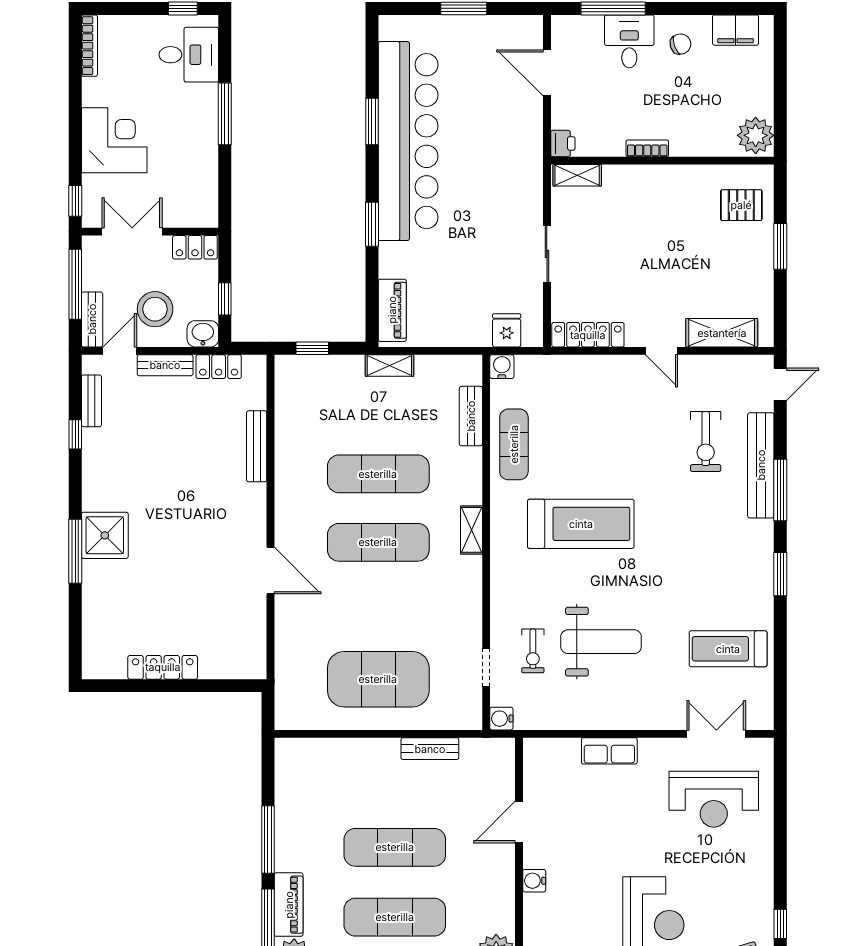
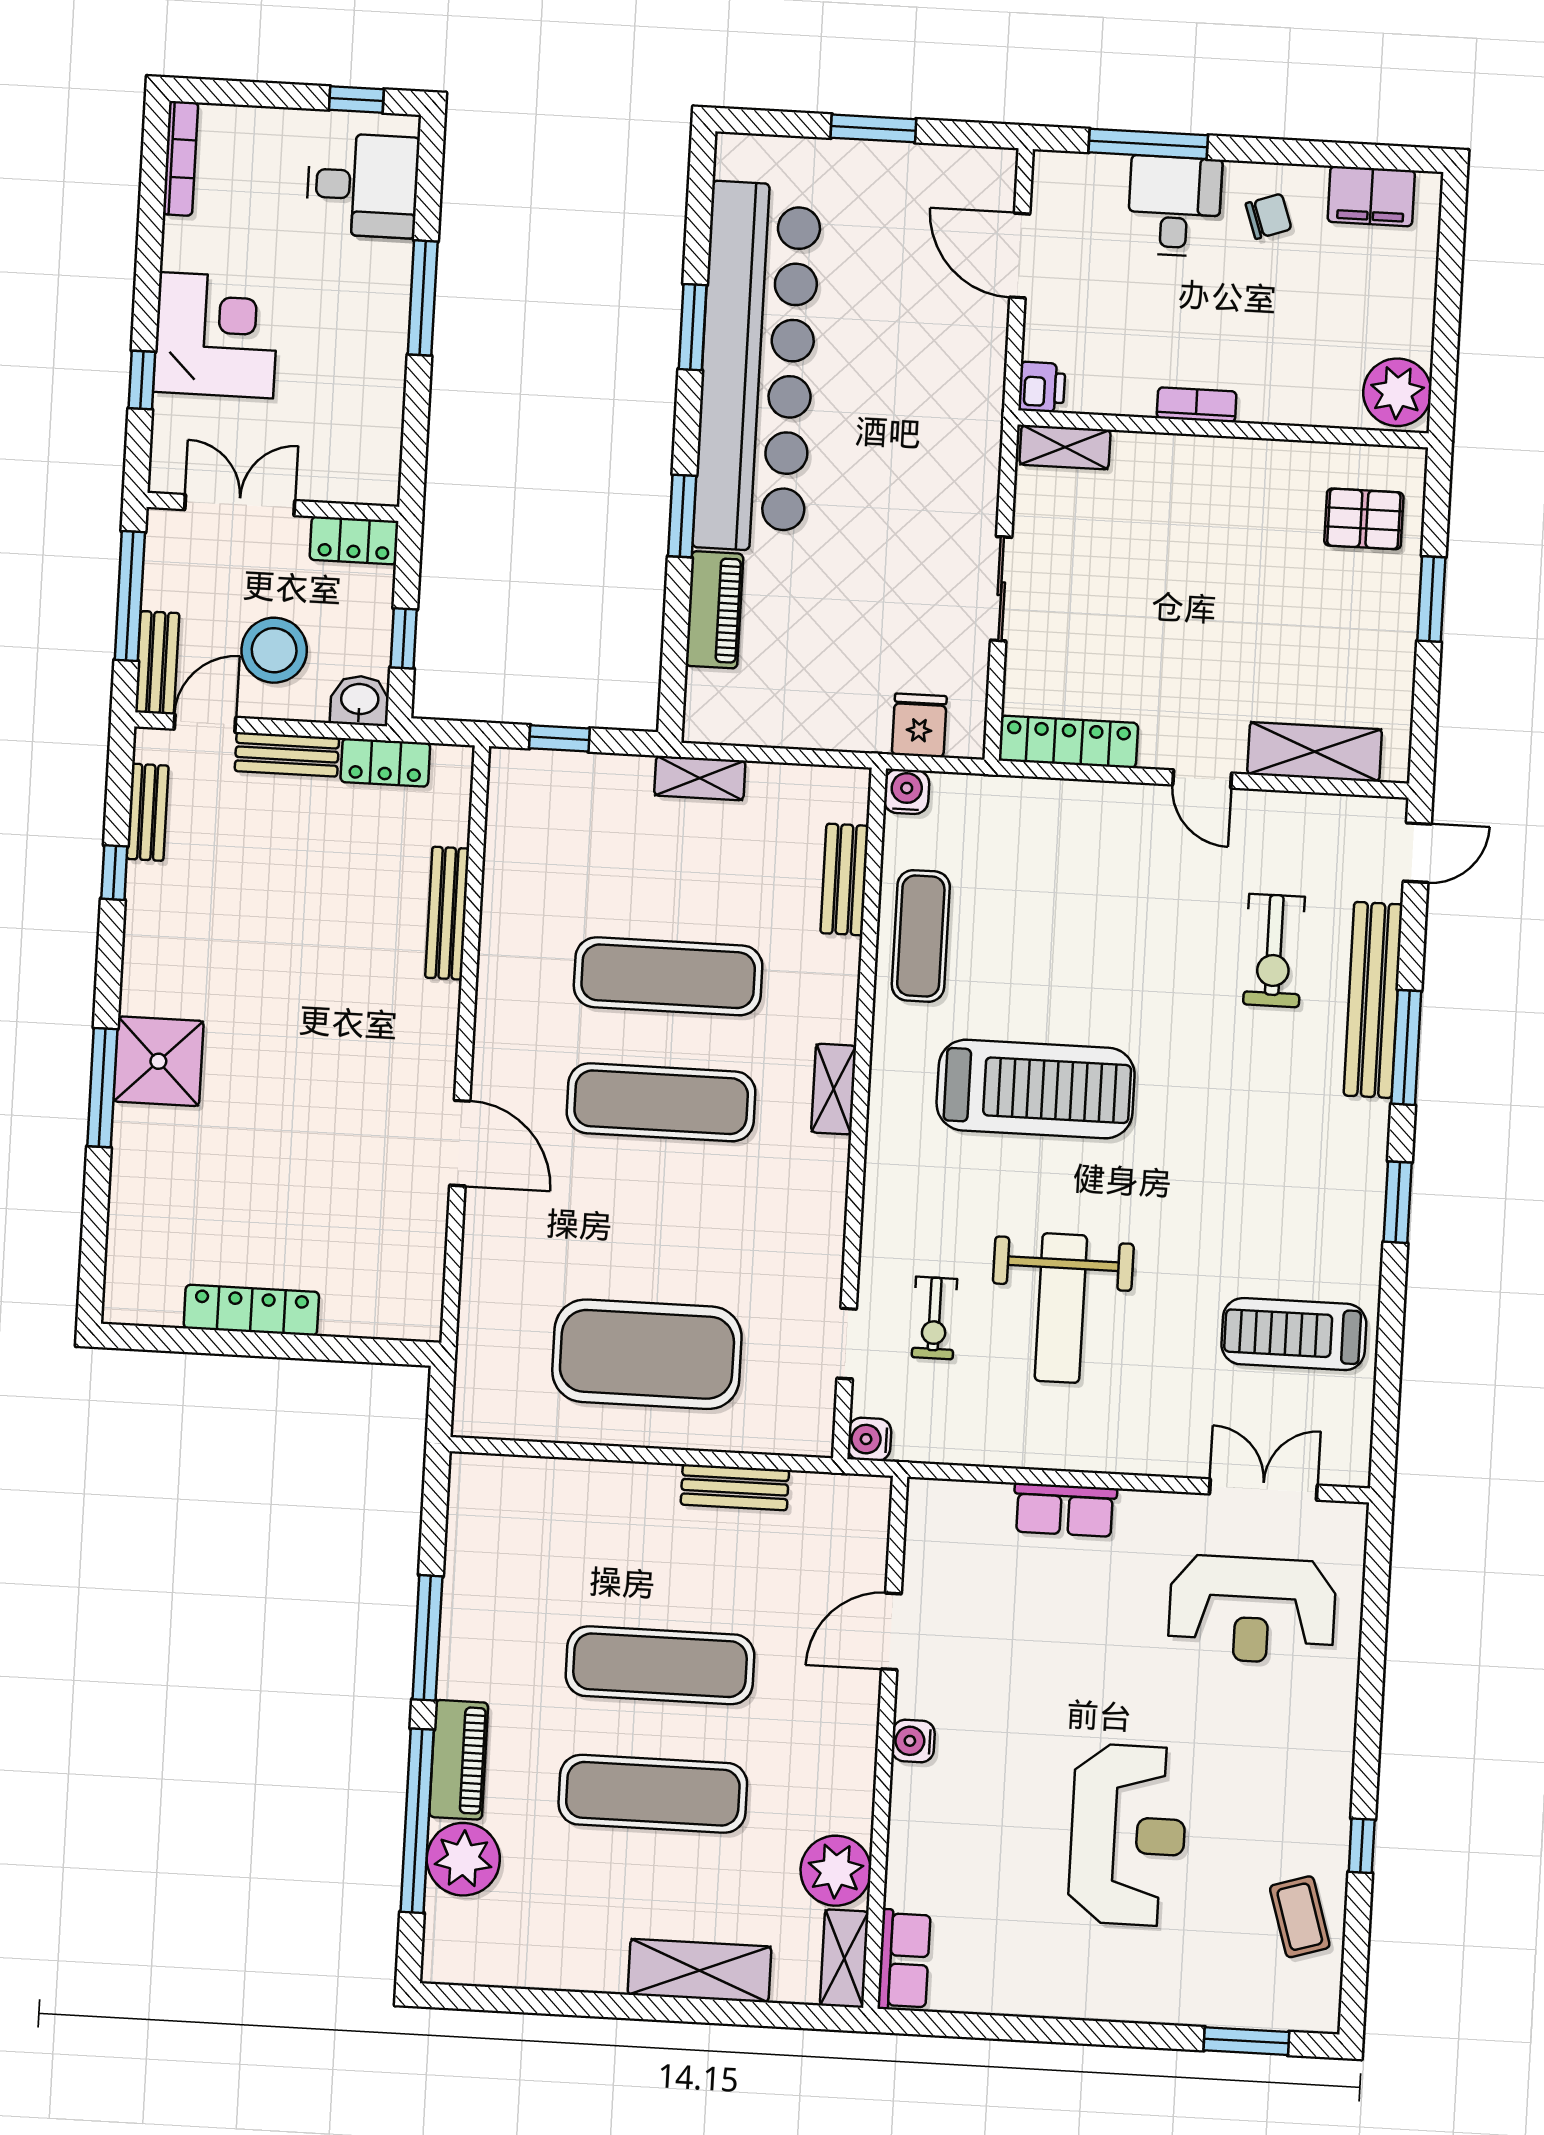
window: (75, 201) -> (142, 380), moved
piano: (392, 310) -> (714, 610), moved
weight bench: (601, 642) -> (1061, 1308), turned 90

